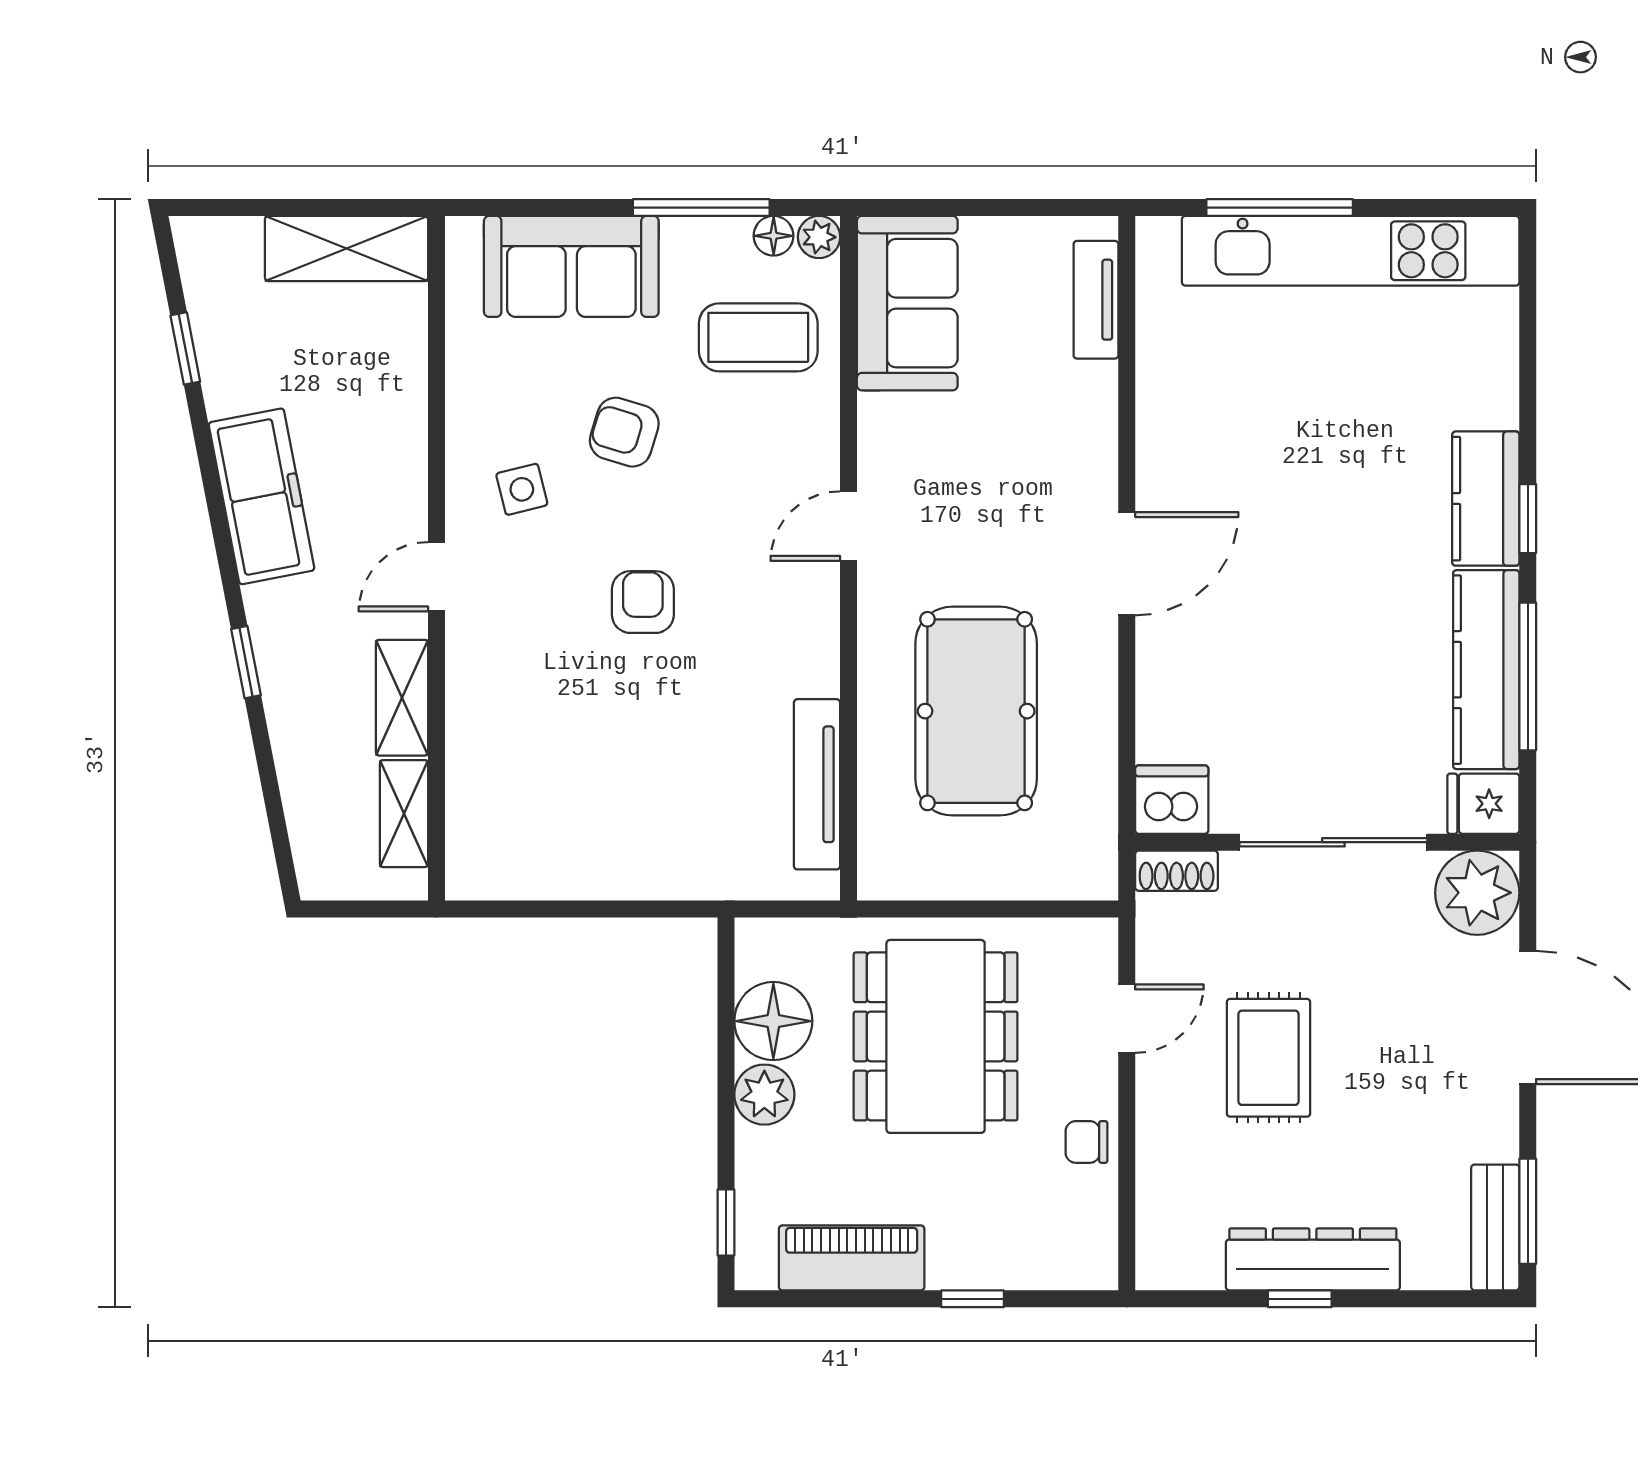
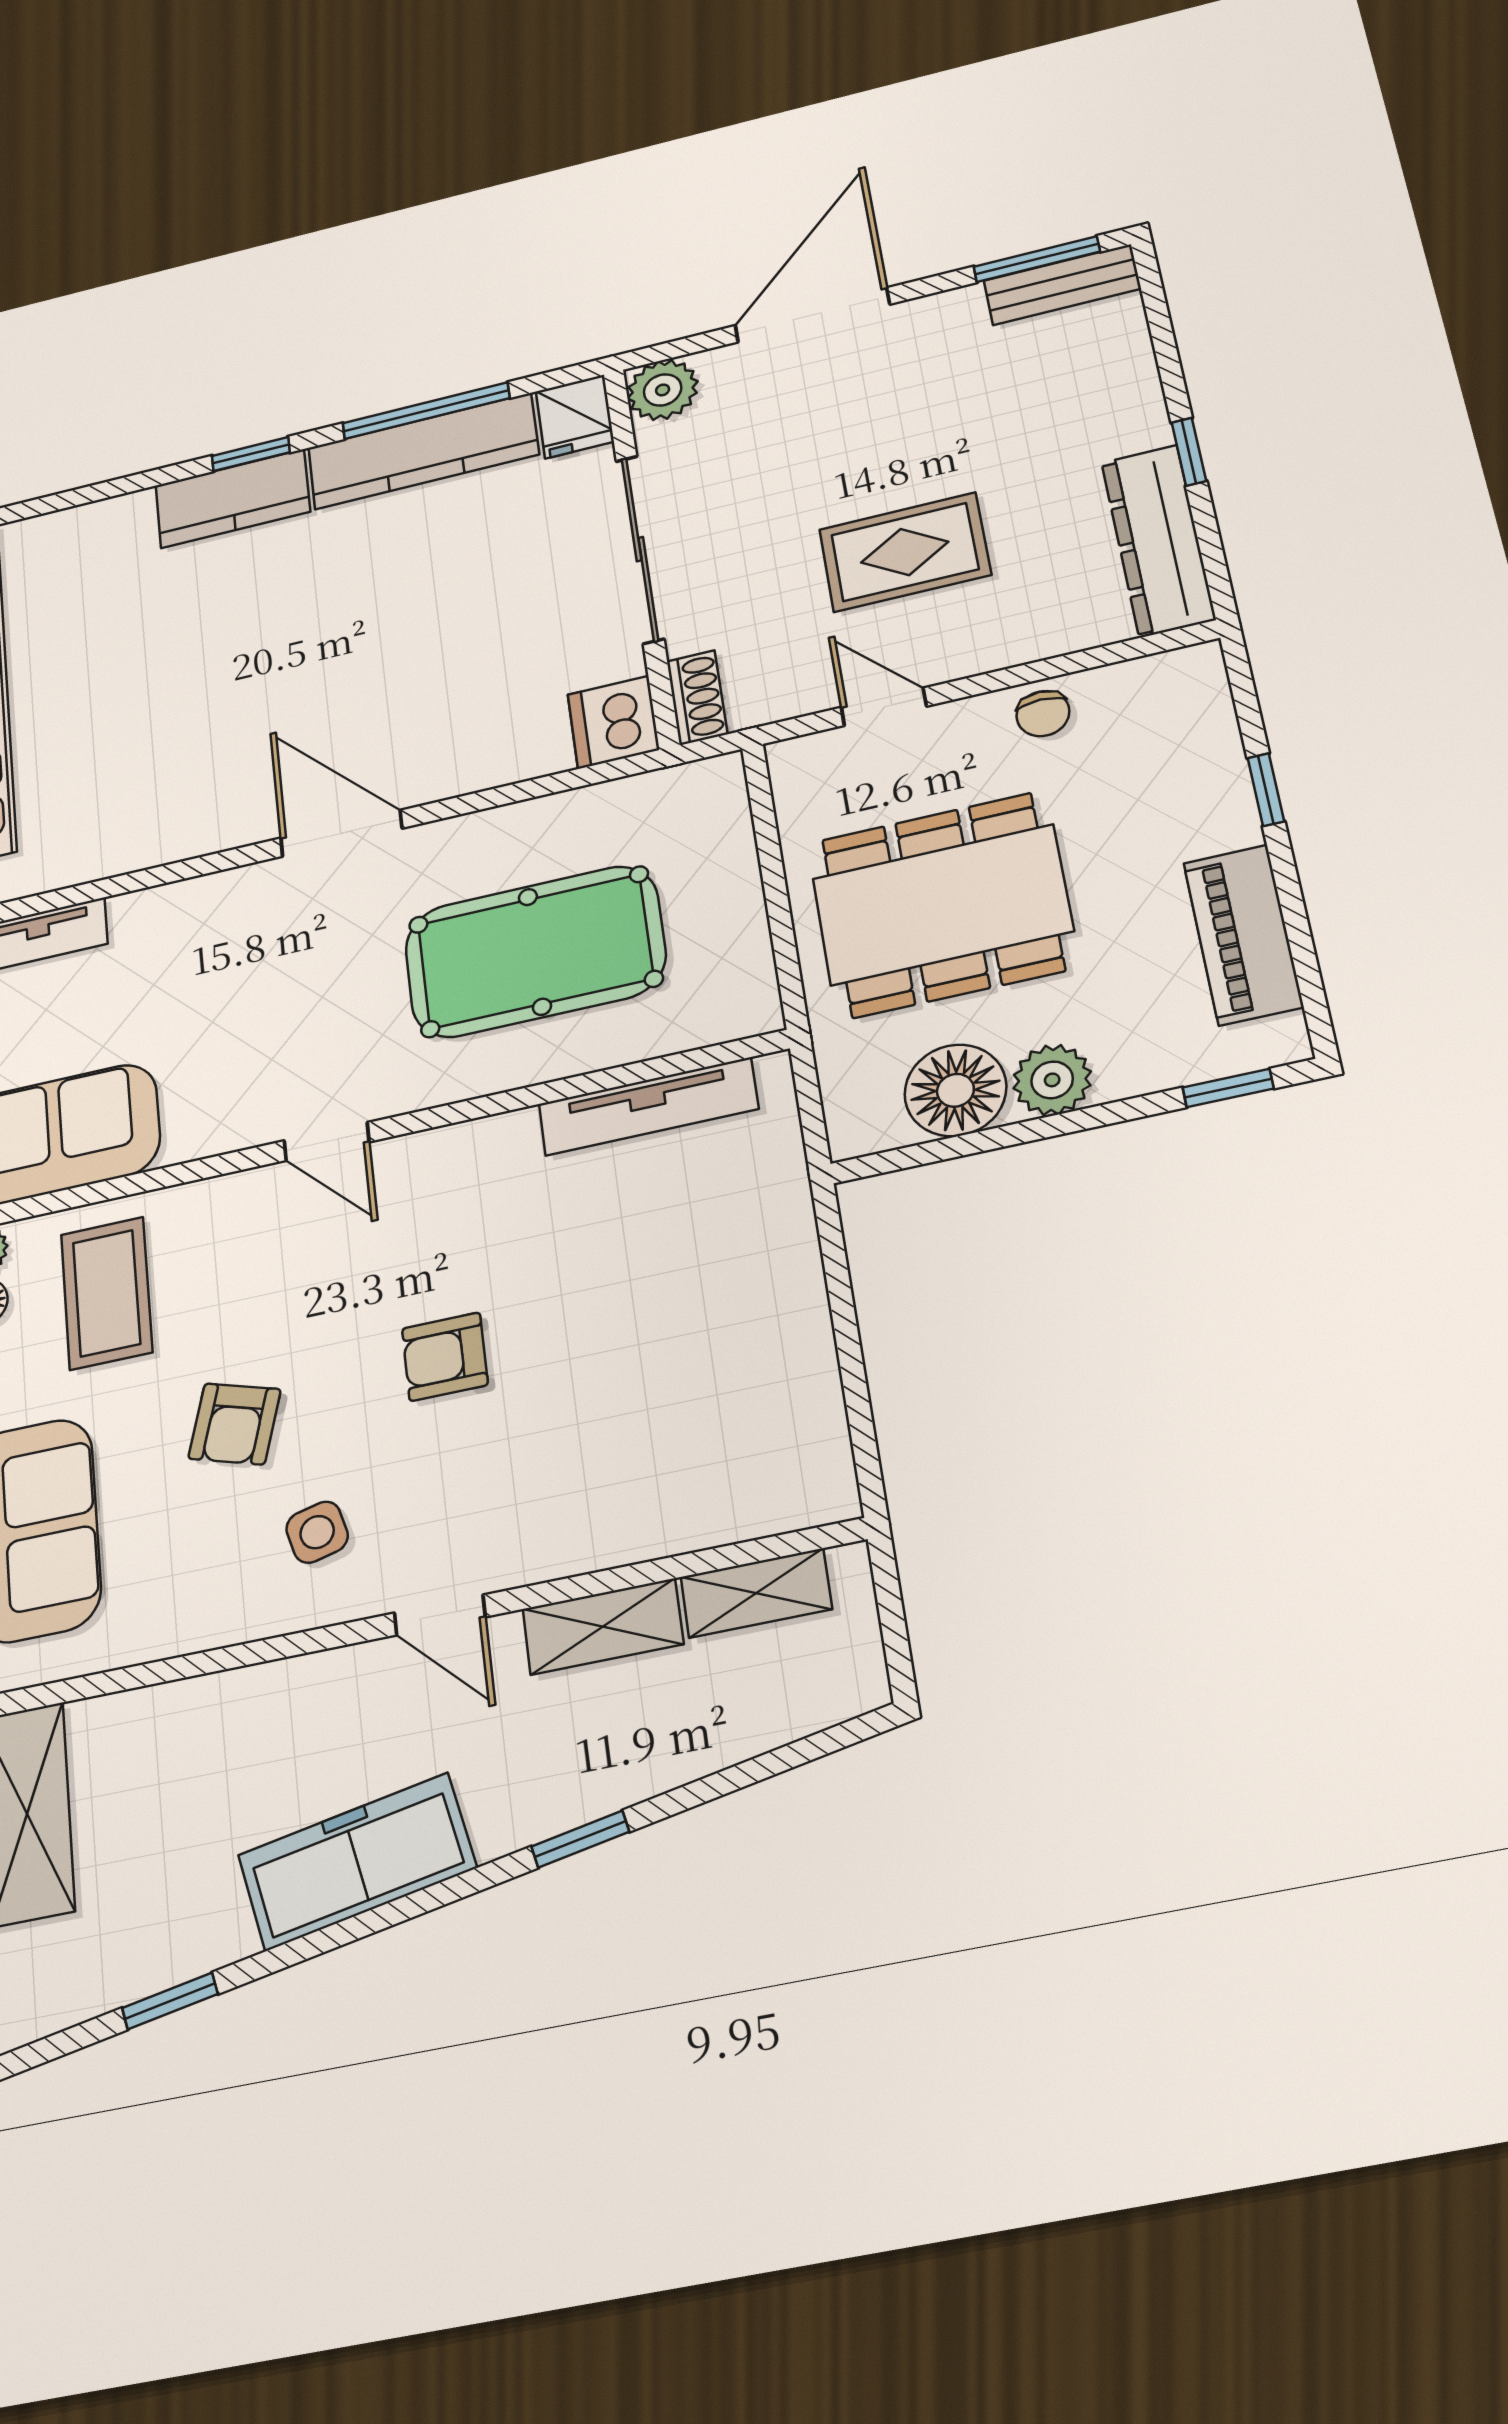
plant: (1477, 893) -> (663, 390), width x0.73, depth x0.73
dresser: (1313, 1259) -> (1158, 540), moved

